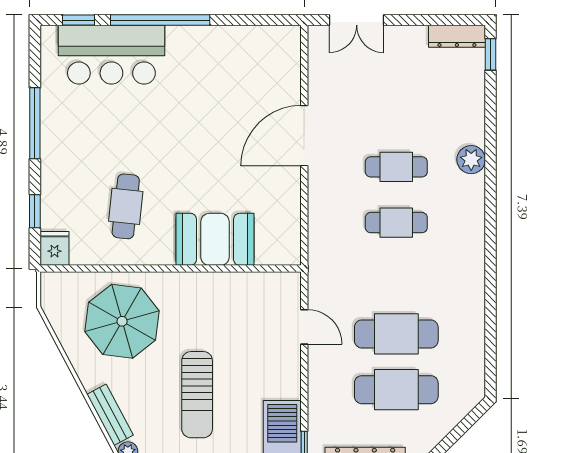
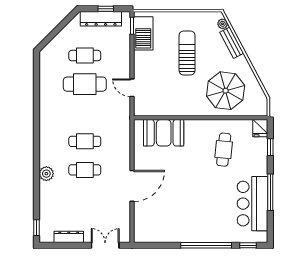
dresser: (457, 36) -> (69, 237), moved
bar counter: (111, 55) -> (252, 204), moved, turned -90
booth: (215, 239) -> (164, 133), moved
cafe table: (396, 390) -> (85, 56), width x0.73, depth x0.74

